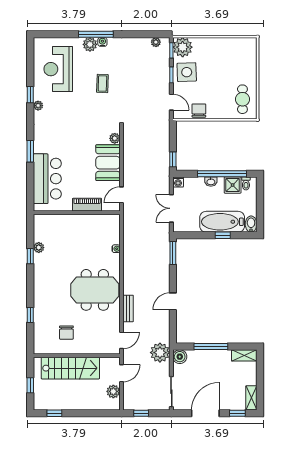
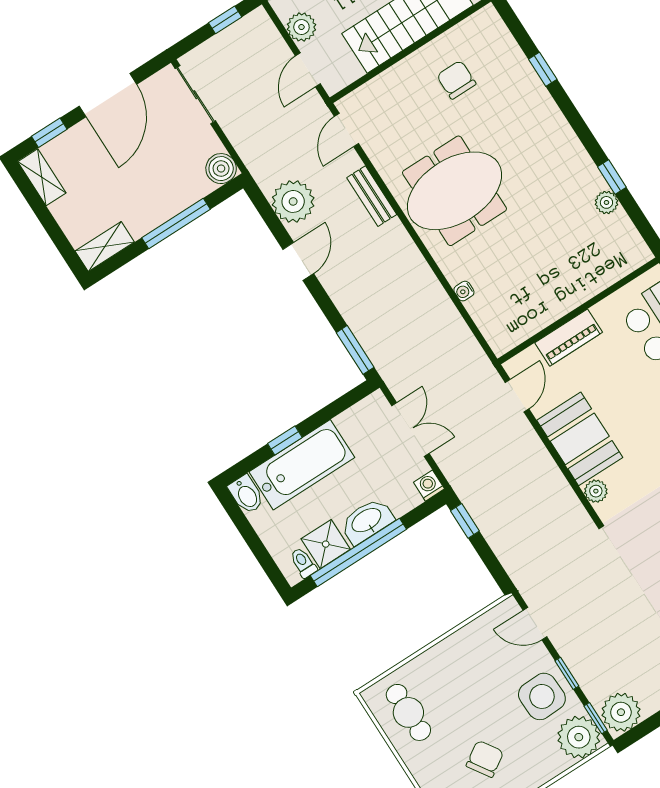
plant: (156, 42) -> (621, 712), width x1.88, depth x1.88
chair: (199, 111) -> (485, 759), moved, turned -123
washbasin: (211, 182) -> (367, 521), width x1.91, depth x1.45
plant: (160, 353) -> (293, 201), moved

